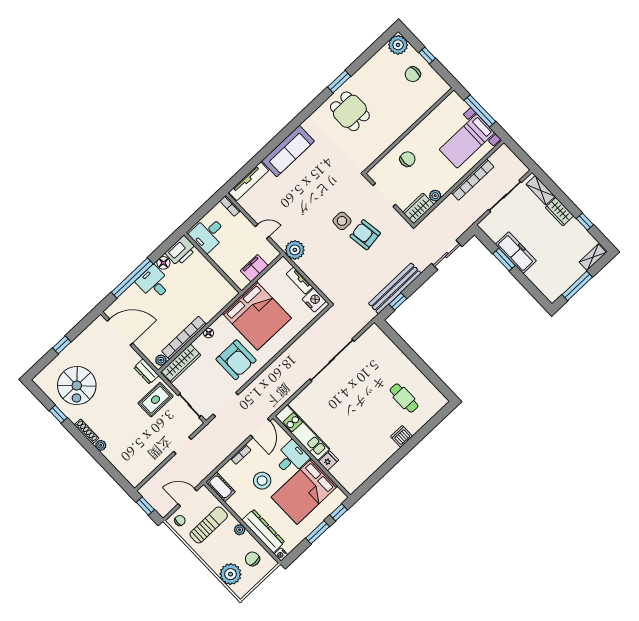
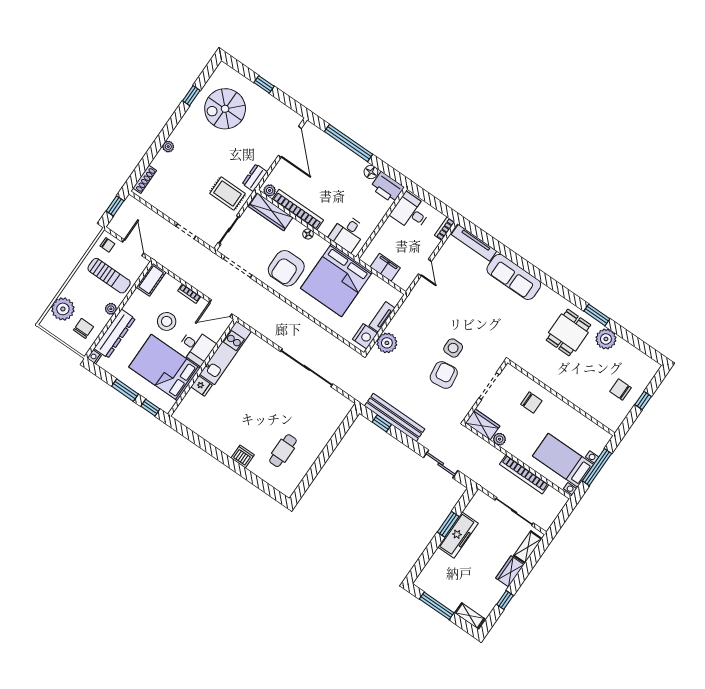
plant: (398, 45) -> (606, 339), moved
plant: (295, 250) -> (387, 343), moved
desk: (154, 283) -> (348, 233), moved, turned 180
shoe rack: (87, 432) -> (145, 179), moved

